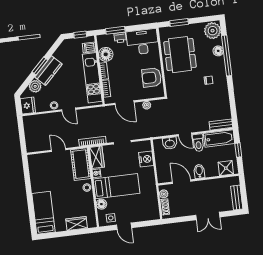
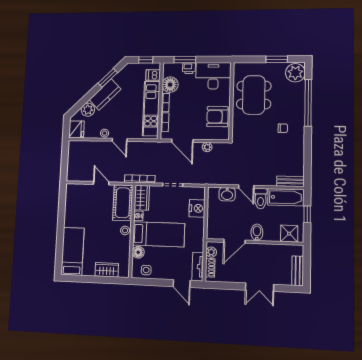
window: (179, 22) -> (277, 59), moved
floor lamp: (218, 51) -> (299, 96), removed
window: (40, 66) -> (108, 78), moved
door: (182, 182) -> (234, 241), swing flipped
tv unit: (154, 208) -> (198, 267), added
door: (124, 226) -> (182, 283), moved

